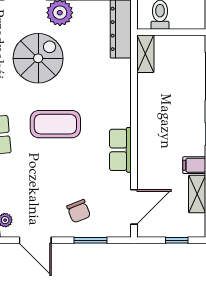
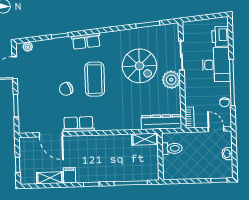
door: (134, 207) -> (51, 134), moved
chair: (79, 211) -> (66, 89), moved

